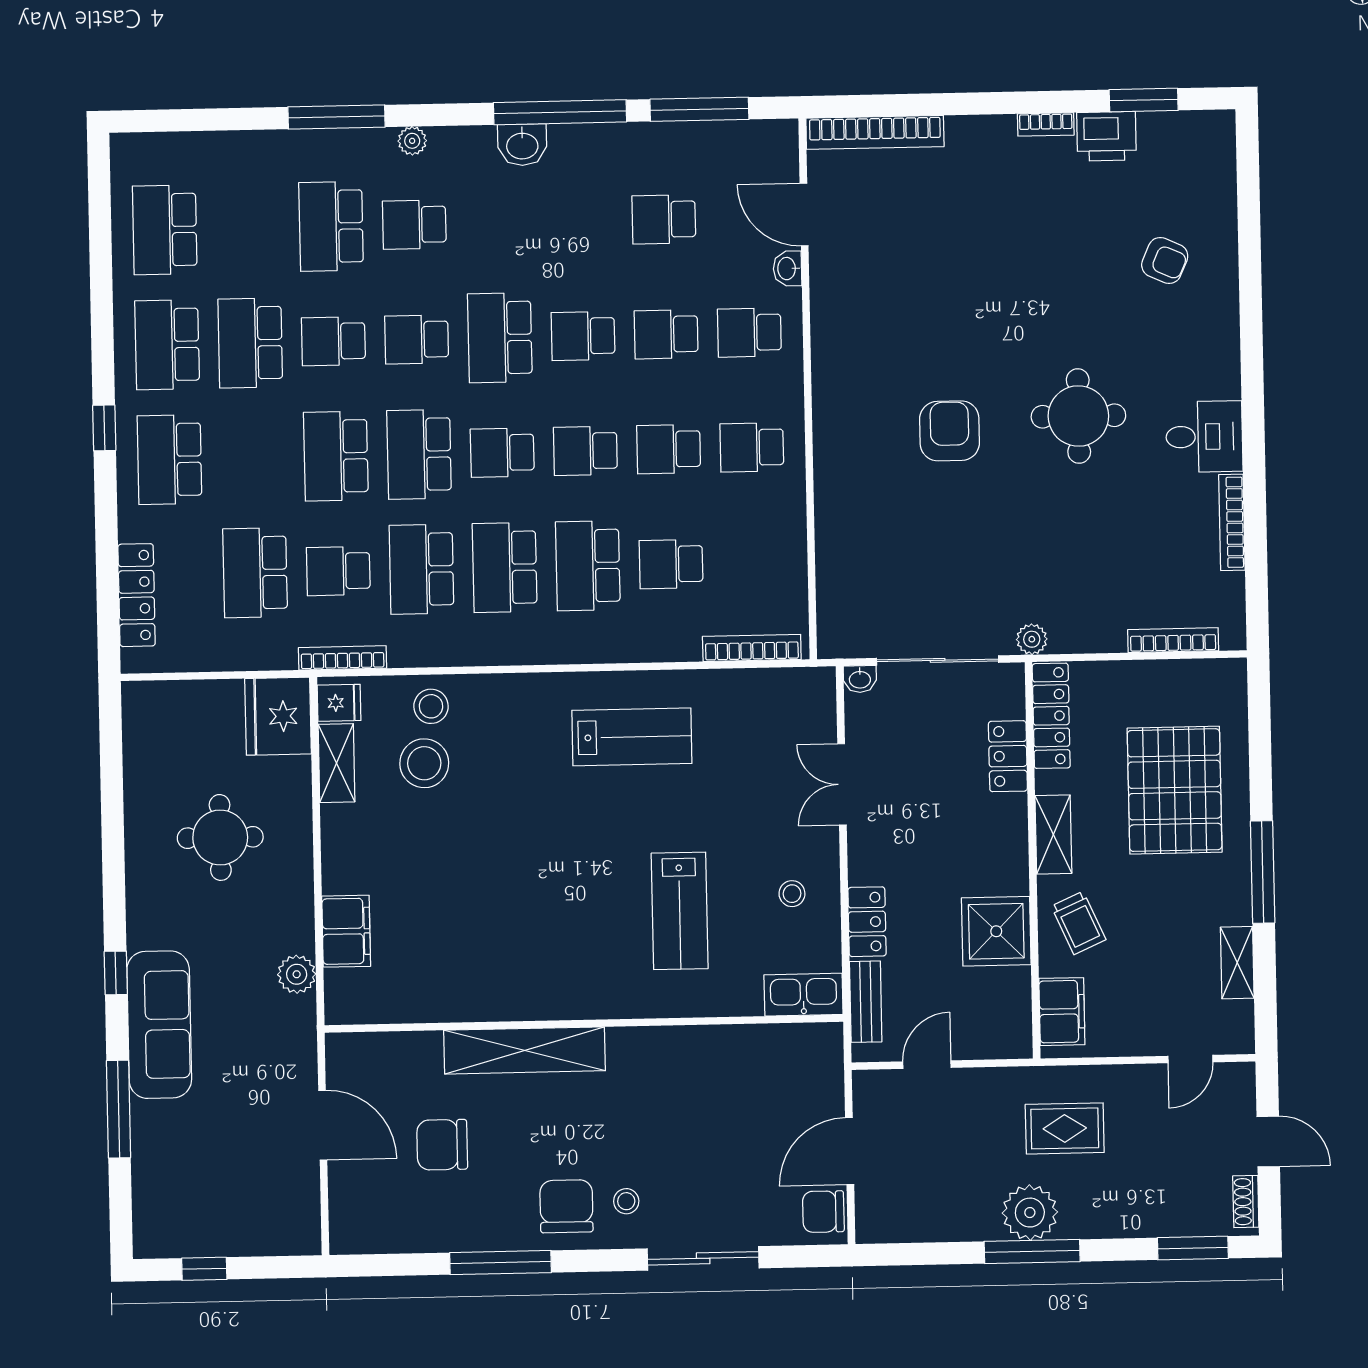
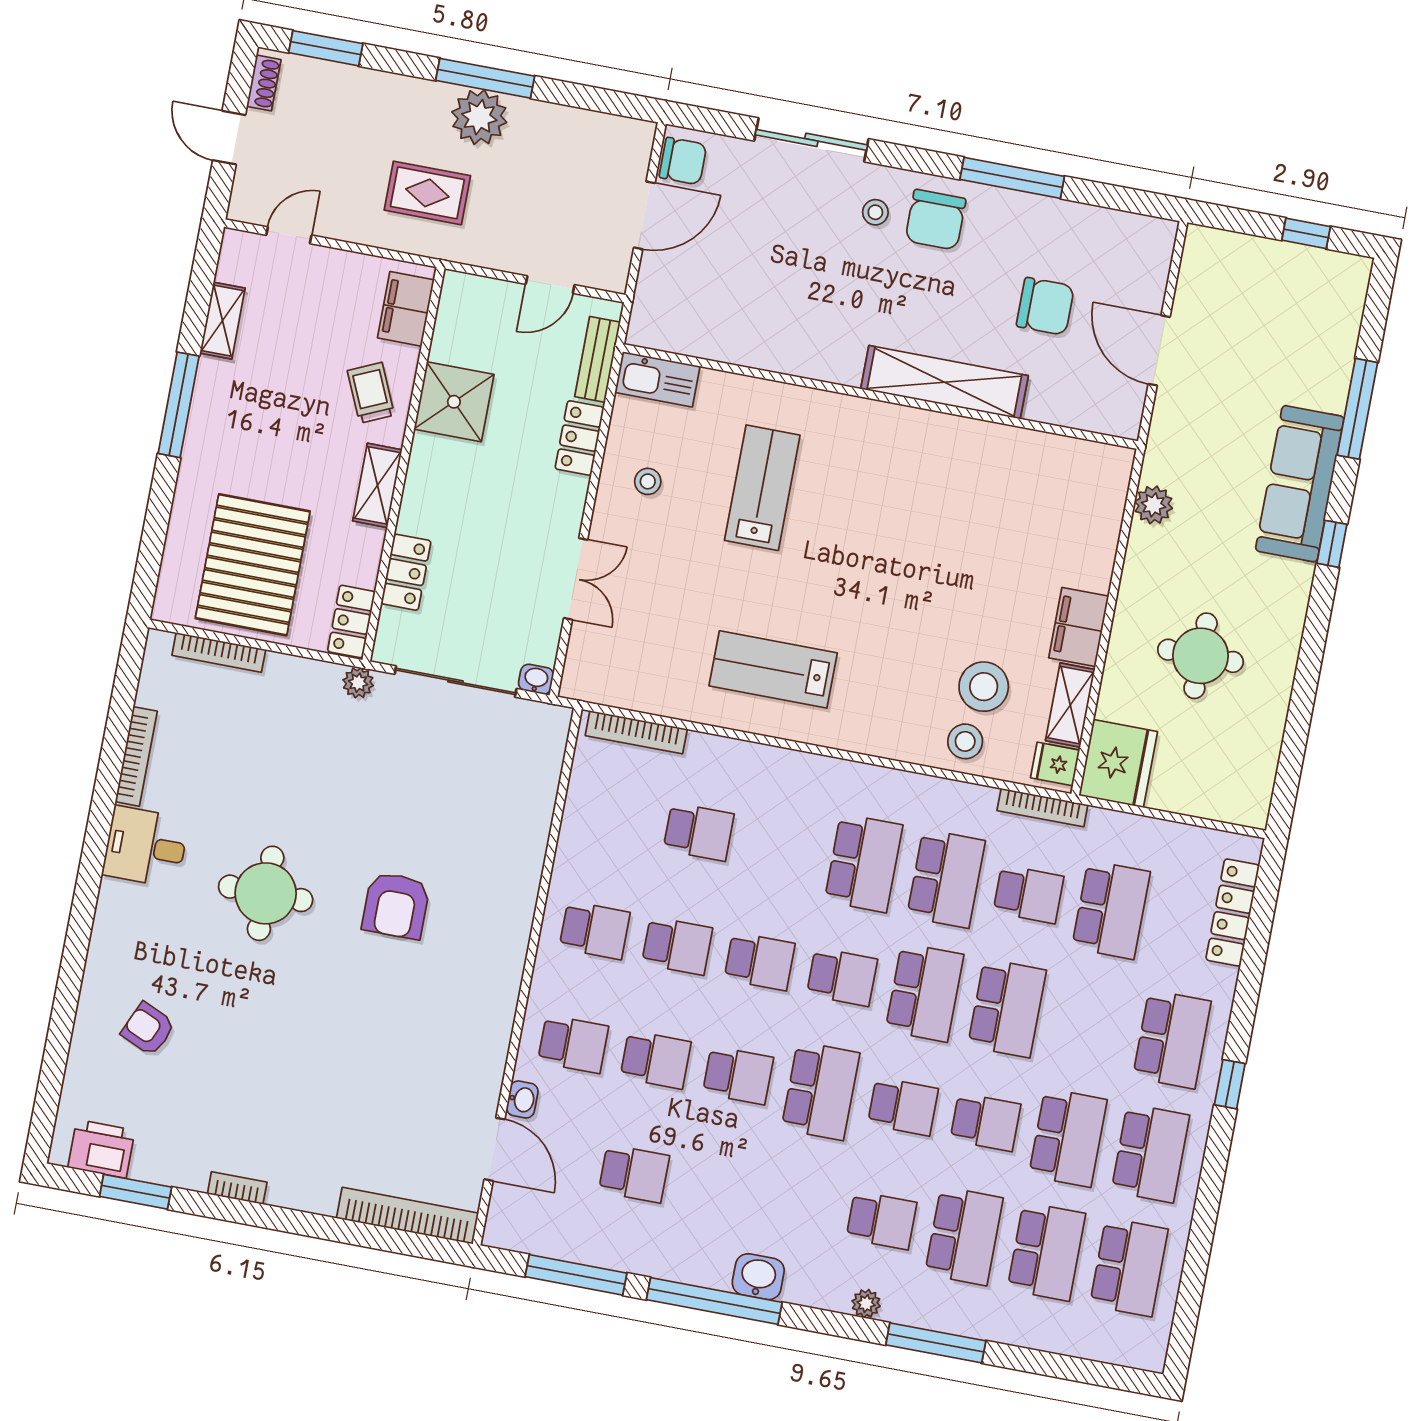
printer: (1107, 136) -> (101, 1149), moved
school desk: (588, 566) -> (1046, 1252), moved
locker: (1051, 716) -> (351, 622), width x0.66
pallet: (1175, 790) -> (253, 565), moved
filing cabinet: (346, 931) -> (1079, 627), moved

